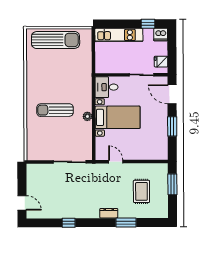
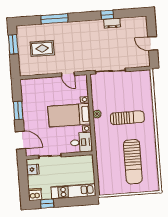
sun lounger: (56, 40) -> (133, 162), moved, turned -90
window: (172, 184) -> (13, 44), moved
rug: (141, 191) -> (42, 48), turned 90
door: (22, 203) -> (153, 44), moved
dresser: (109, 213) -> (112, 23), moved
window: (126, 223) -> (54, 19), width x1.44

